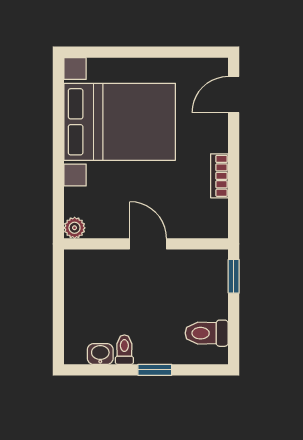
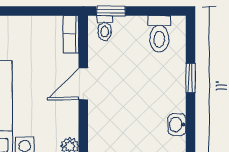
bookcase: (219, 176) -> (71, 34), moved, turned 90
toilet: (124, 350) -> (105, 28), moved, turned -90

